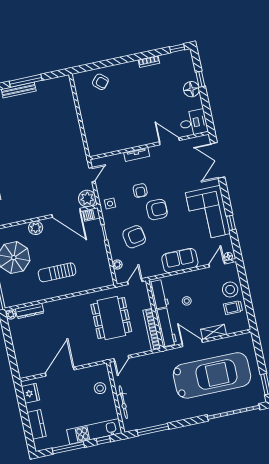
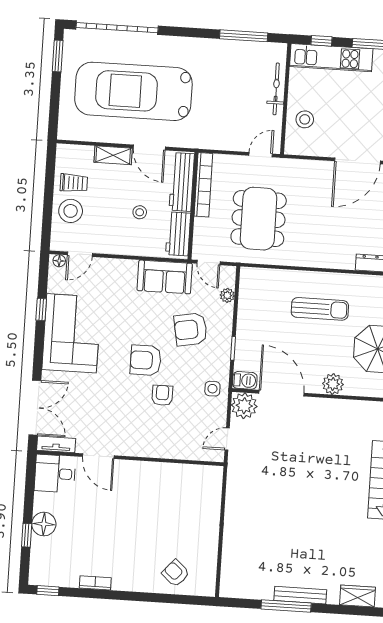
tv unit: (137, 154) -> (56, 444), moved
sofa: (180, 261) -> (165, 277), moved
door: (135, 282) -> (208, 263), hinge flipped

